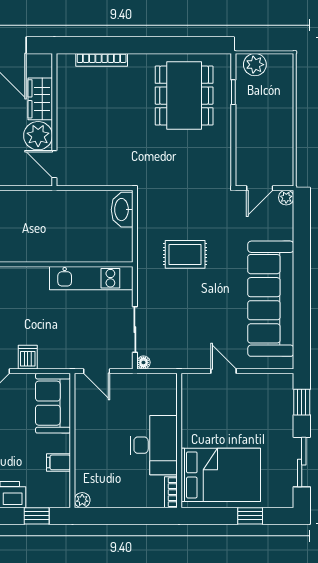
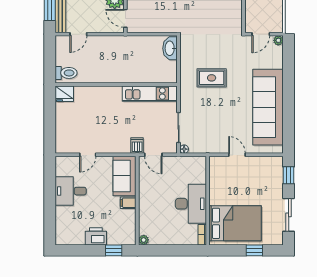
dishwasher: (28, 357) -> (137, 146), moved
filing cabinet: (59, 462) -> (128, 203), moved

